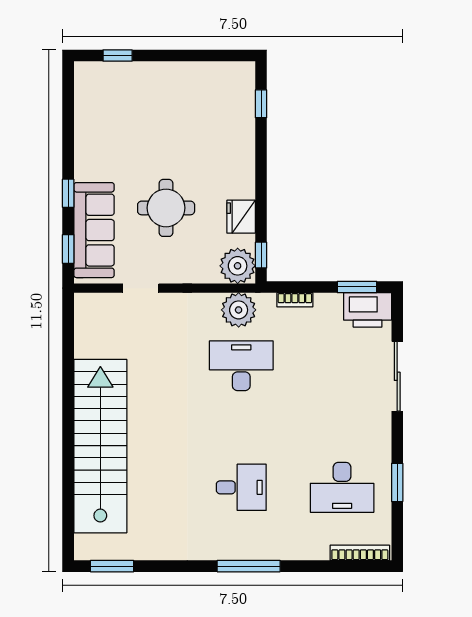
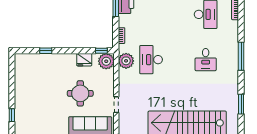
window: (261, 104) -> (46, 51), moved
desk: (241, 487) -> (206, 60), turned 180
window: (112, 566) -> (241, 104), moved

